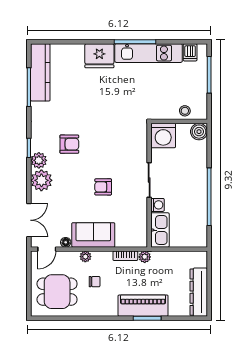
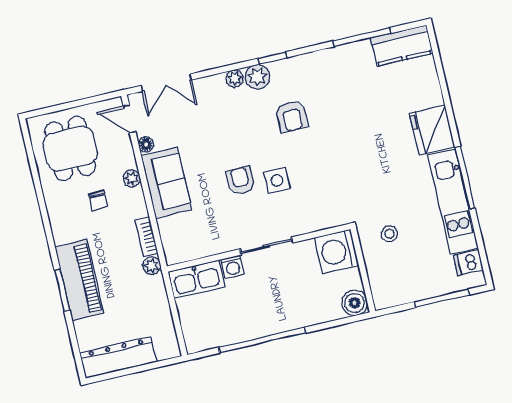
kitchen counter: (40, 72) -> (402, 46), width x0.67
stool: (185, 111) -> (390, 234), moved
side table: (108, 163) -> (277, 180), added
plant: (41, 180) -> (235, 78), width x0.53, depth x0.53

